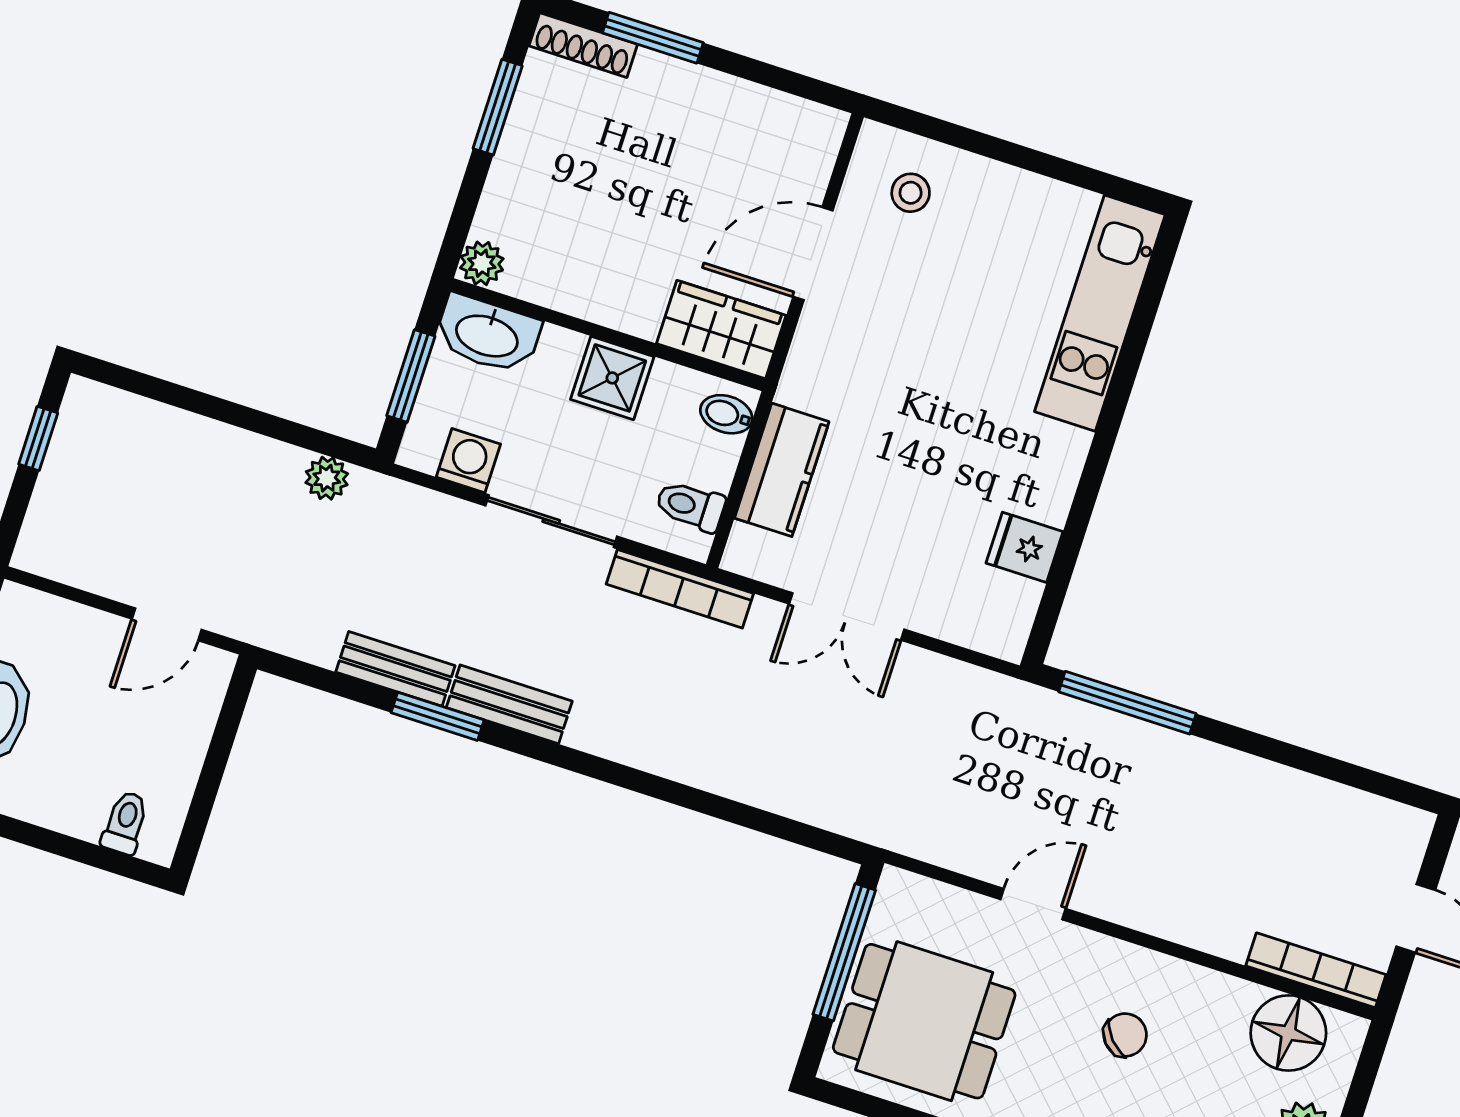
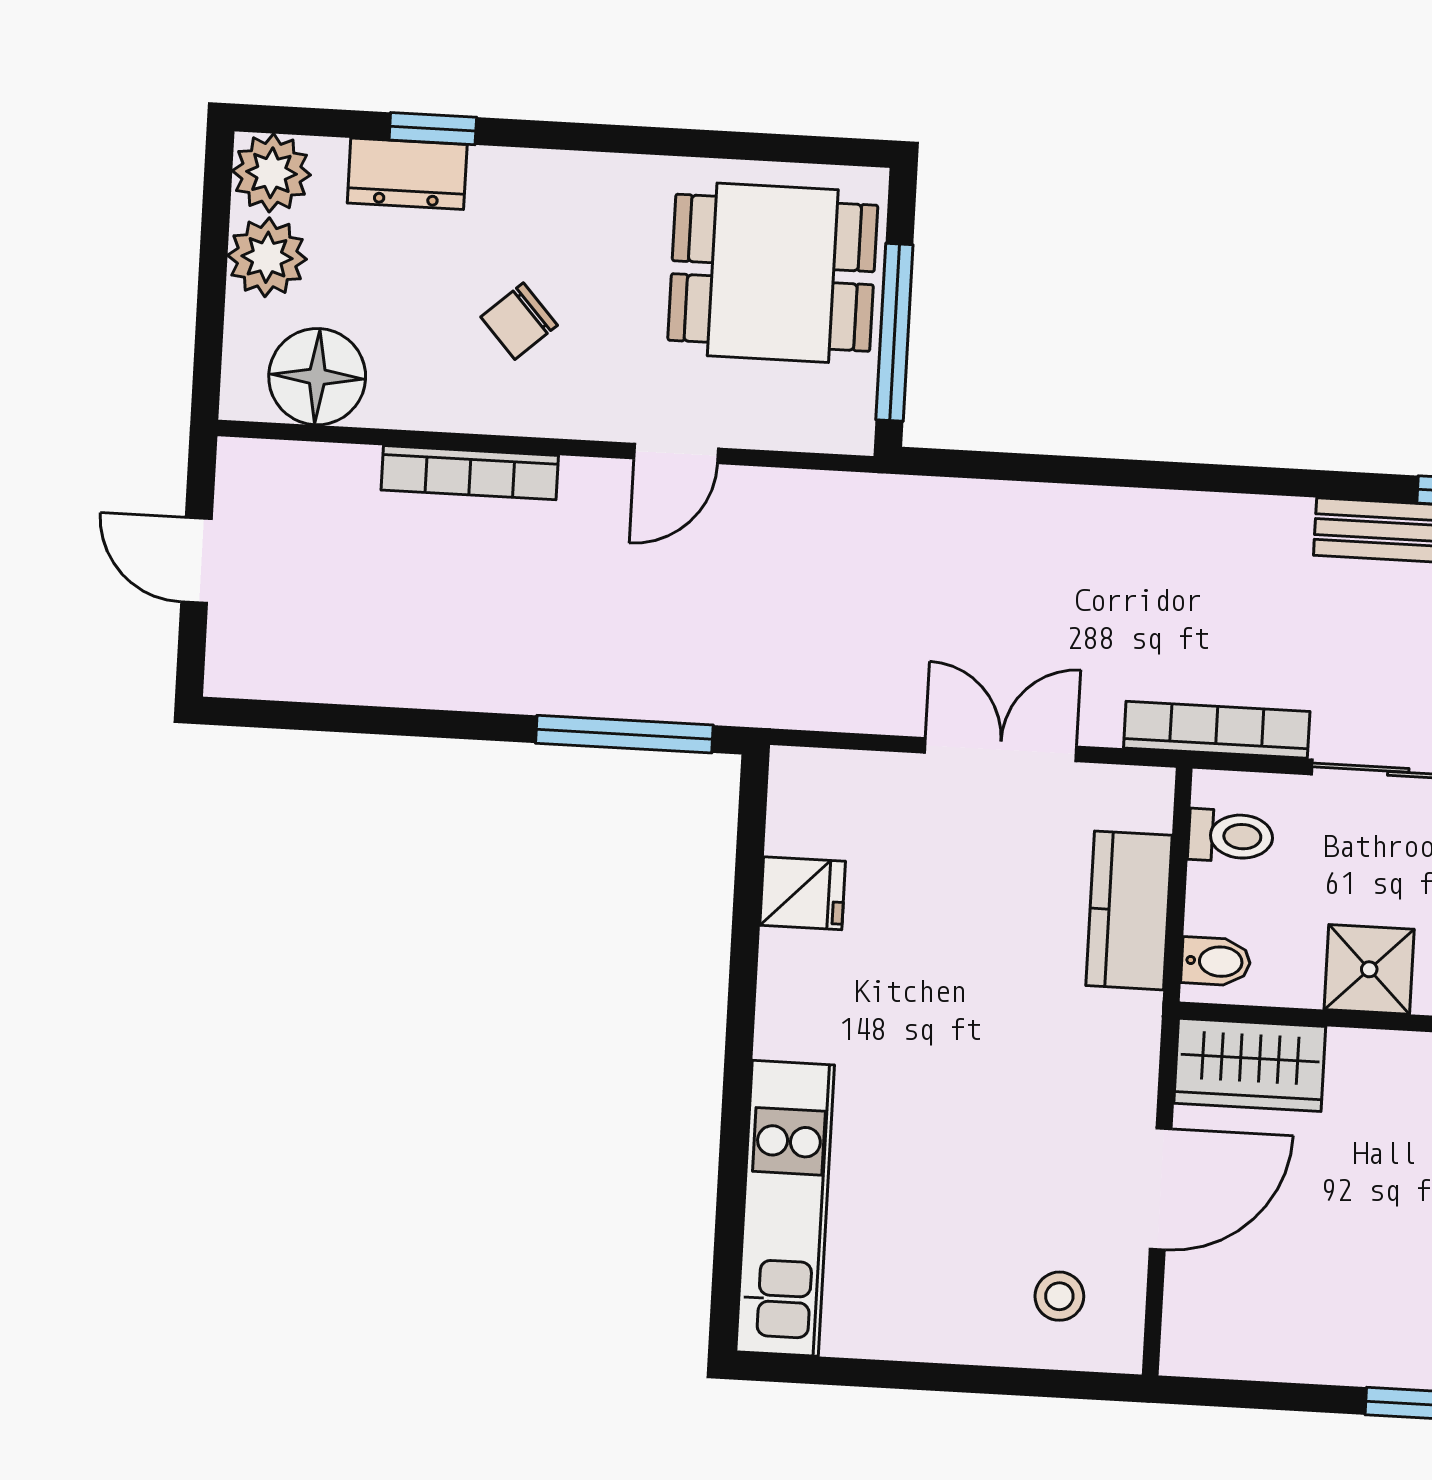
bookcase: (1316, 970) -> (470, 473), moved

